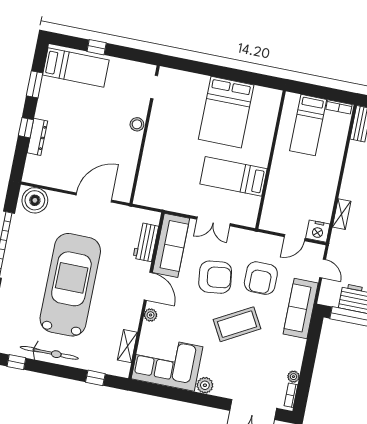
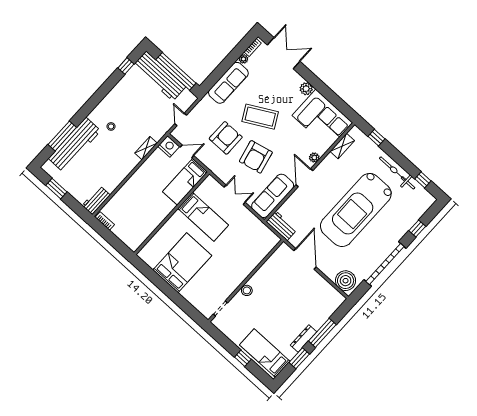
bed: (308, 125) -> (185, 182), moved, turned 180
window: (26, 128) -> (322, 333), width x2.17
dresser: (37, 137) -> (304, 338), moved
door: (94, 198) -> (305, 259), swing flipped
workbench: (146, 242) -> (281, 226), moved, turned -90
armchair: (215, 277) -> (256, 157), turned -96
sofa: (301, 308) -> (228, 83), moved

